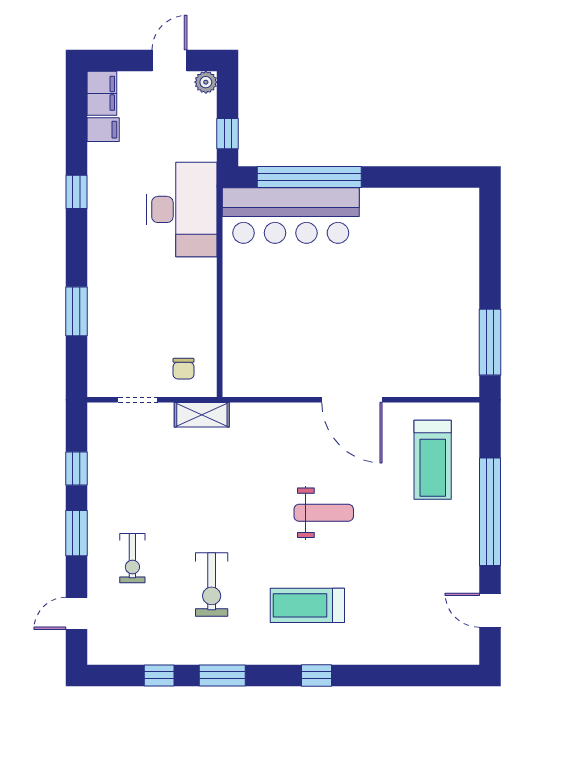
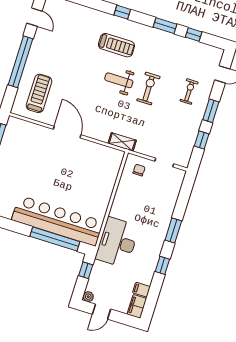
bar counter: (291, 216) -> (57, 221), width x1.36
window: (76, 311) -> (173, 231), moved
shelving: (202, 415) -> (122, 142), moved
weight bench: (324, 513) -> (119, 80), moved
exercise bike: (212, 584) -> (148, 88), moved

